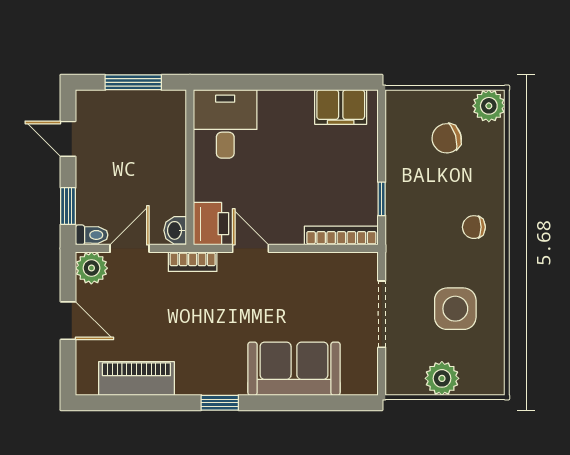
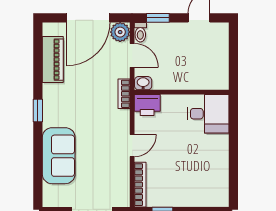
window: (133, 82) -> (233, 58), removed
filing cabinet: (341, 107) -> (218, 184), removed
door: (251, 248) -> (132, 146), moved
door: (68, 321) -> (88, 18), width x1.87

